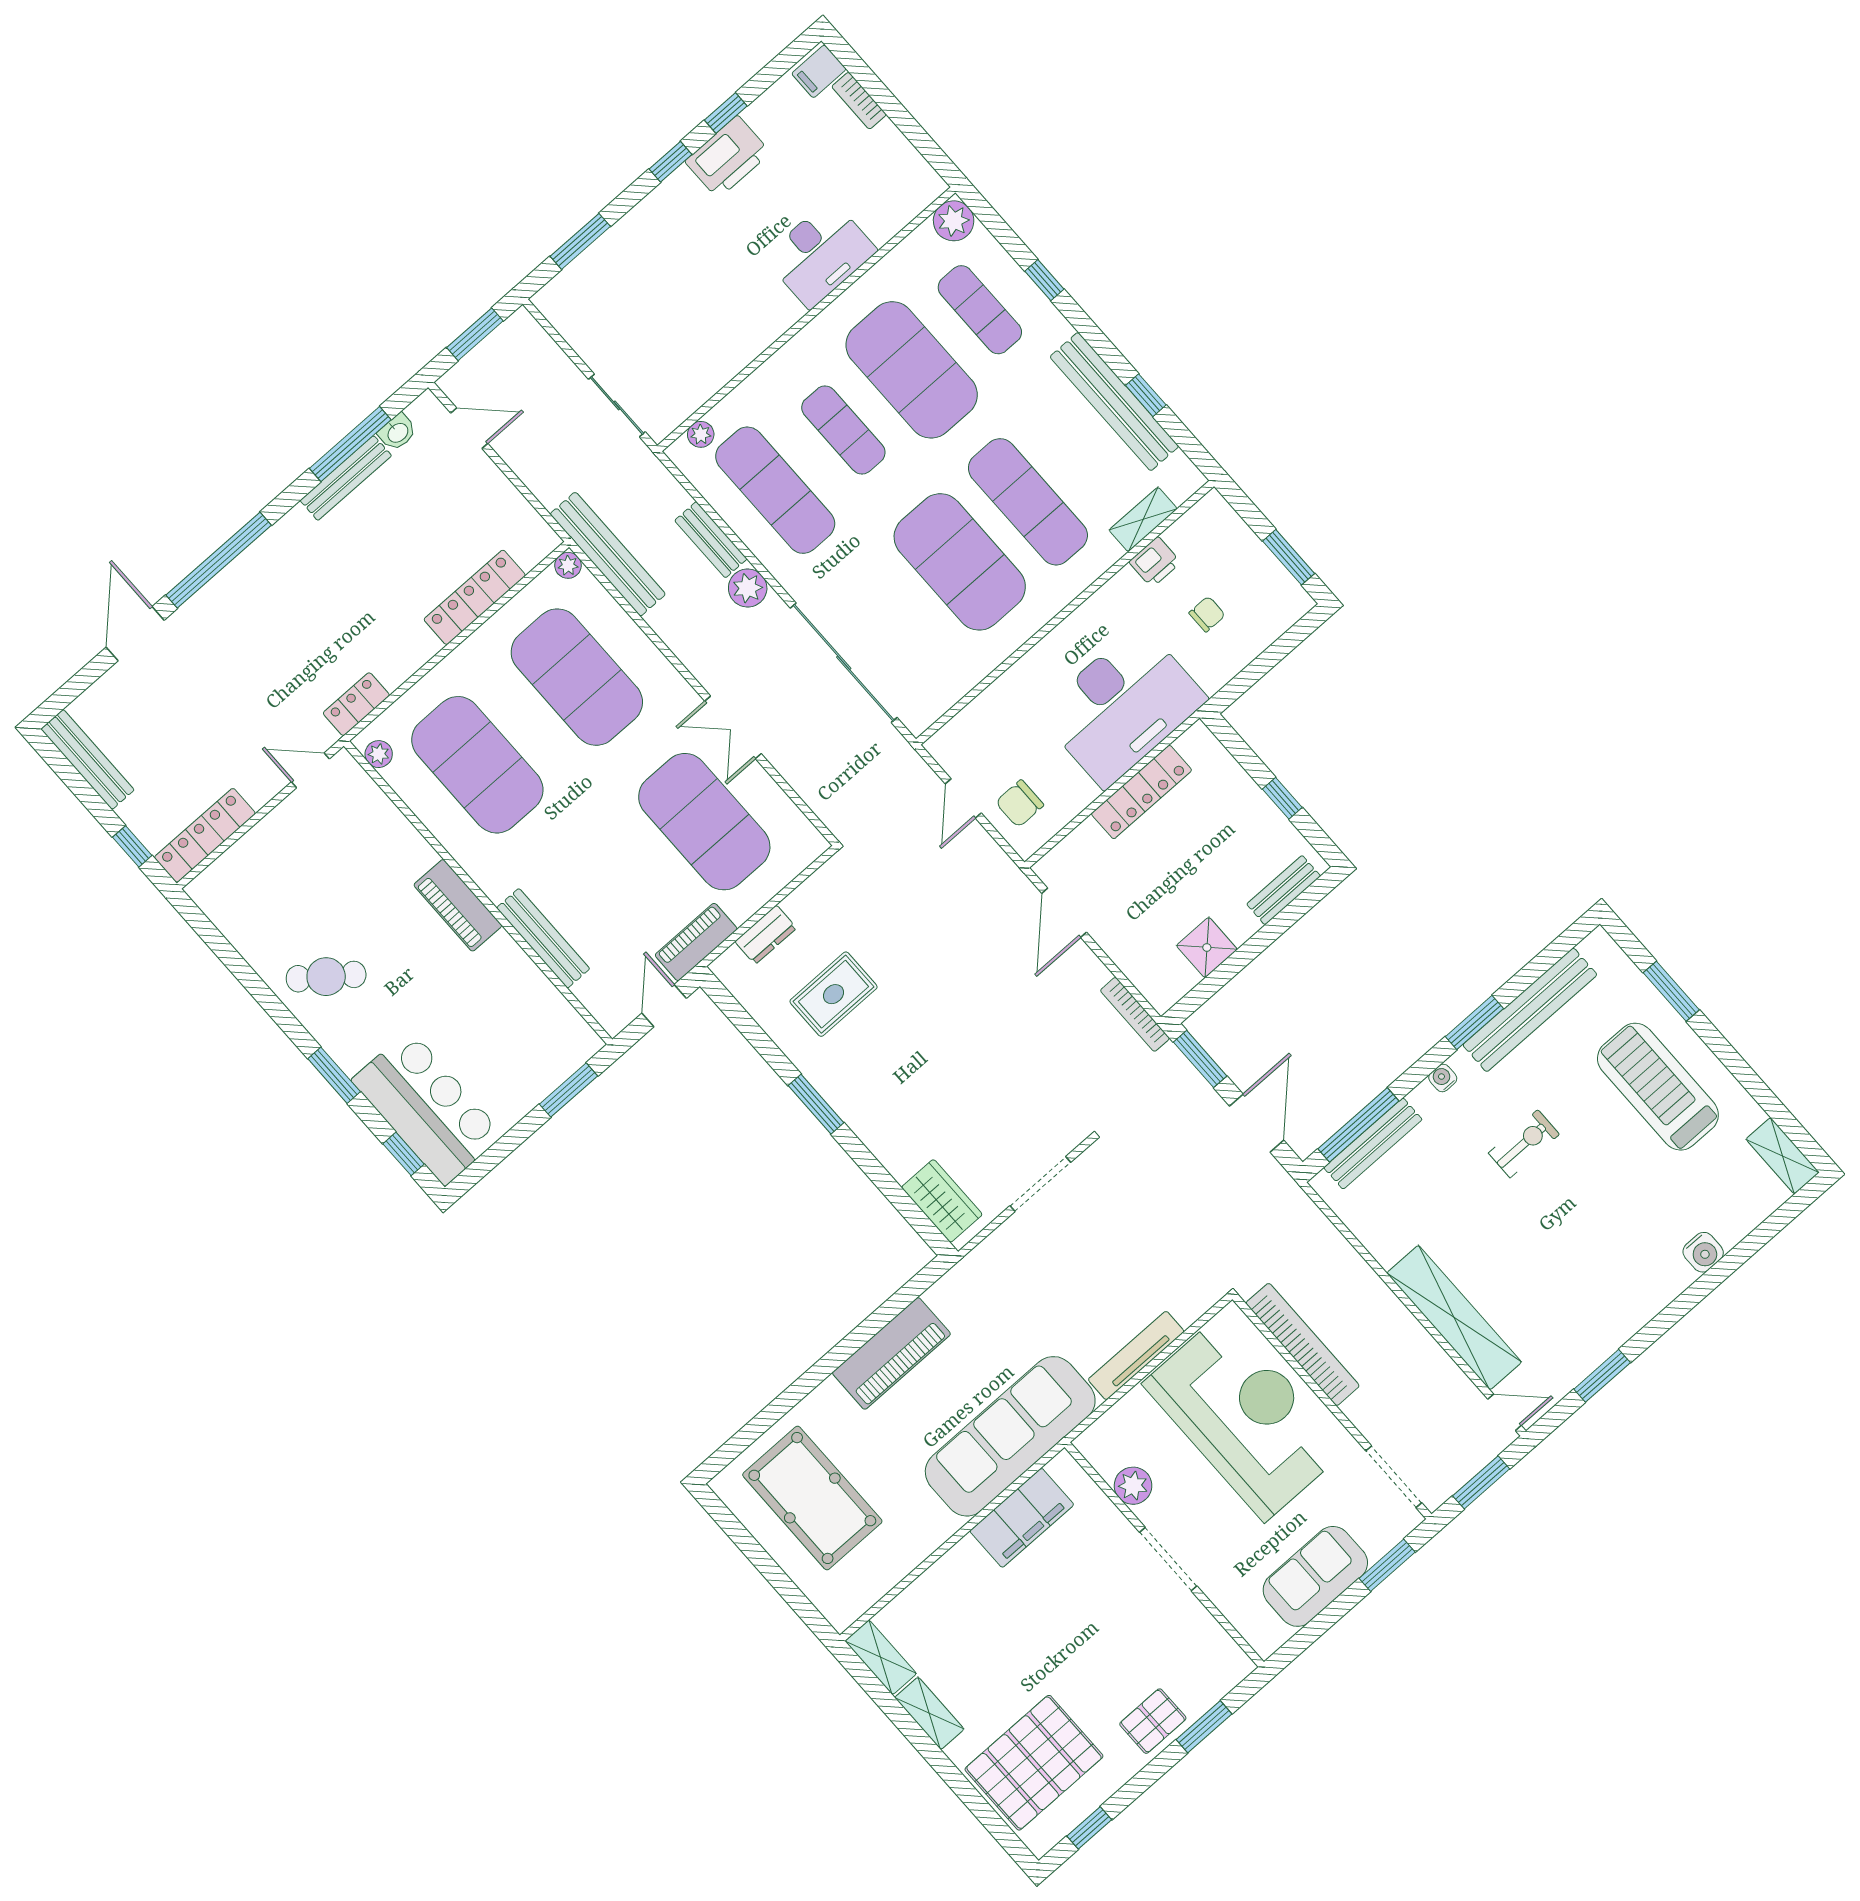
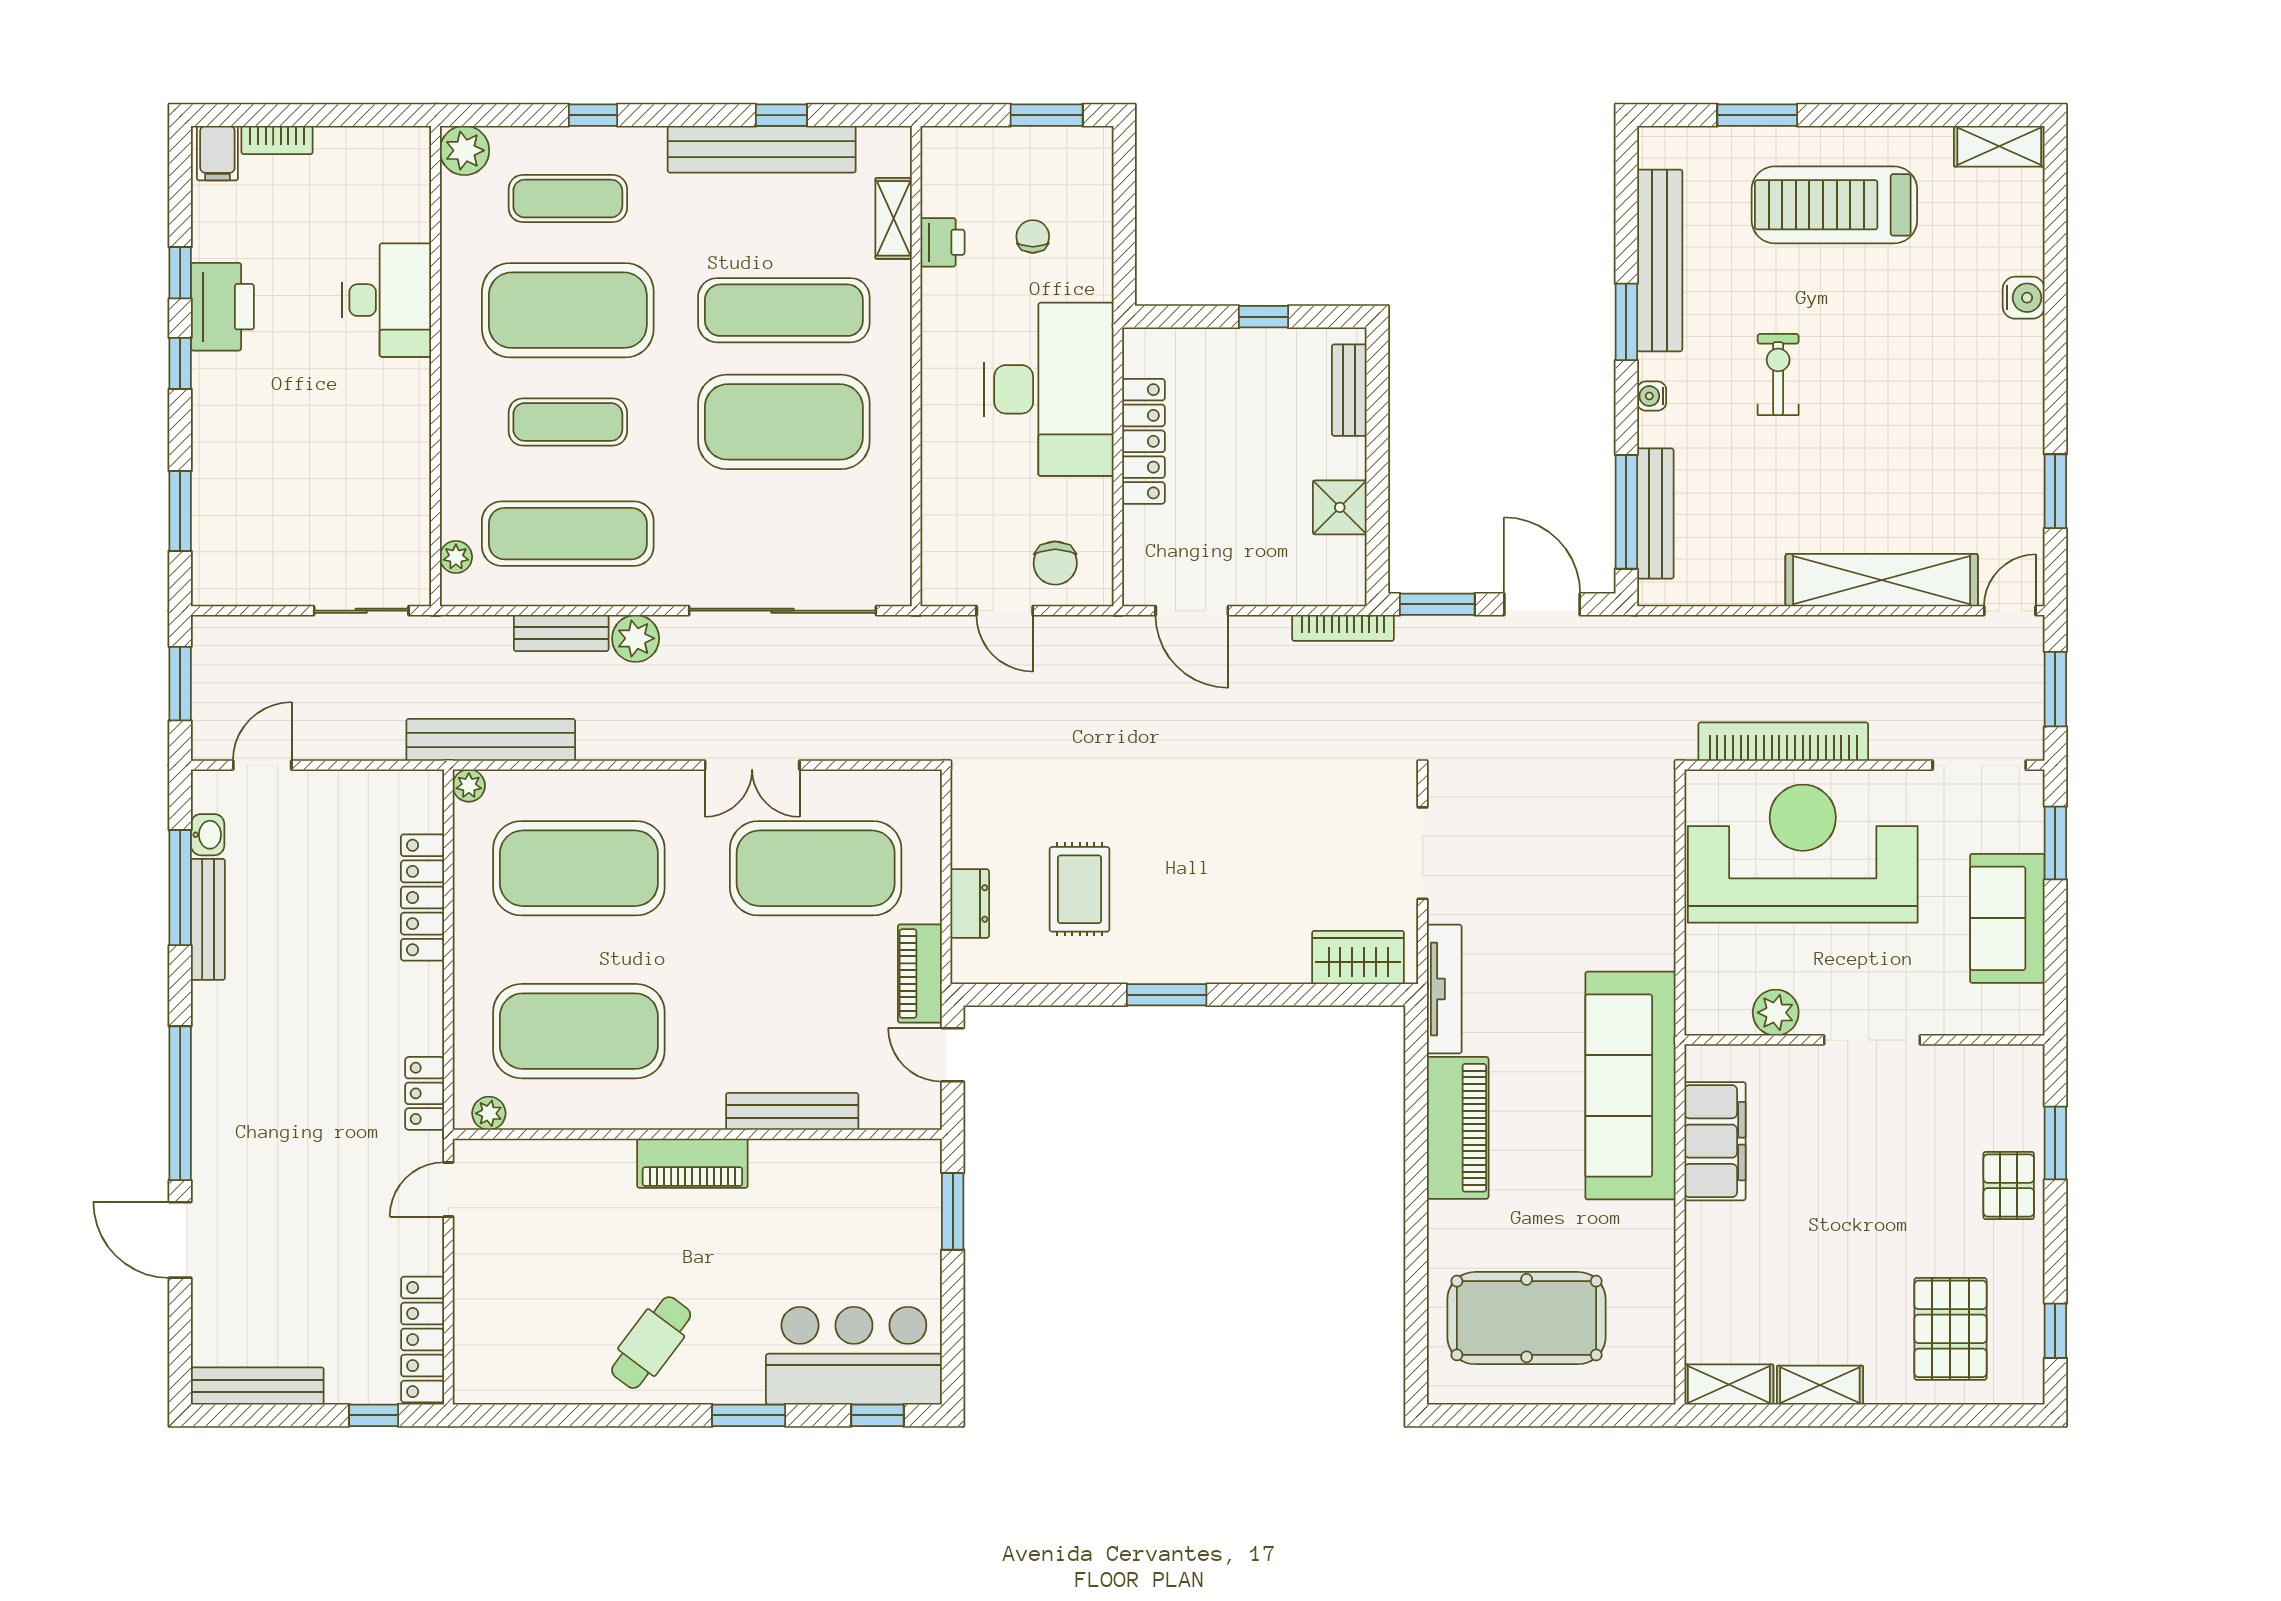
tv unit: (1136, 1355) -> (1444, 989), moved, turned 180
pallet: (1034, 1763) -> (1950, 1329), width x0.73, depth x0.71

